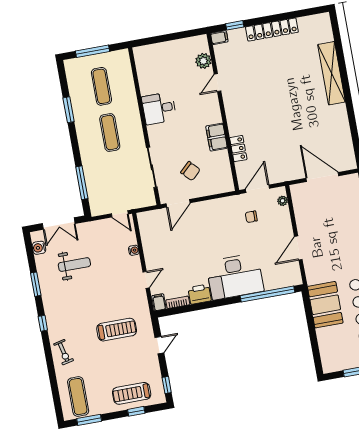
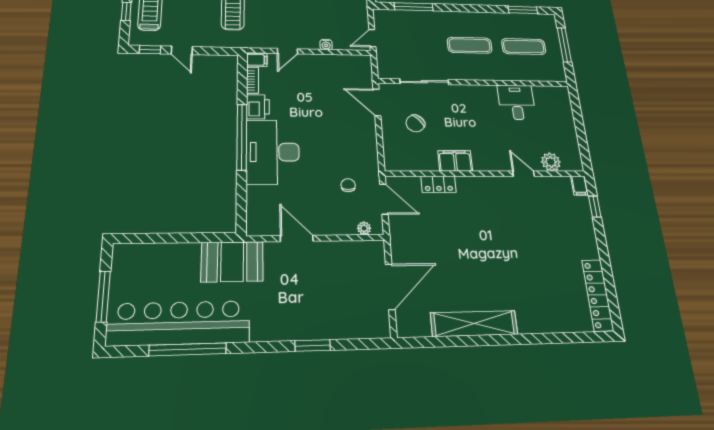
locker: (272, 30) -> (598, 295), moved
shelving: (331, 73) -> (474, 324), moved
desk: (159, 108) -> (516, 102), moved
window: (69, 110) -> (523, 10), moved
door: (146, 280) -> (287, 51), hinge flipped
window: (268, 294) -> (242, 137), moved
booth: (325, 305) -> (232, 262), moved
door: (159, 345) -> (182, 50), moved

